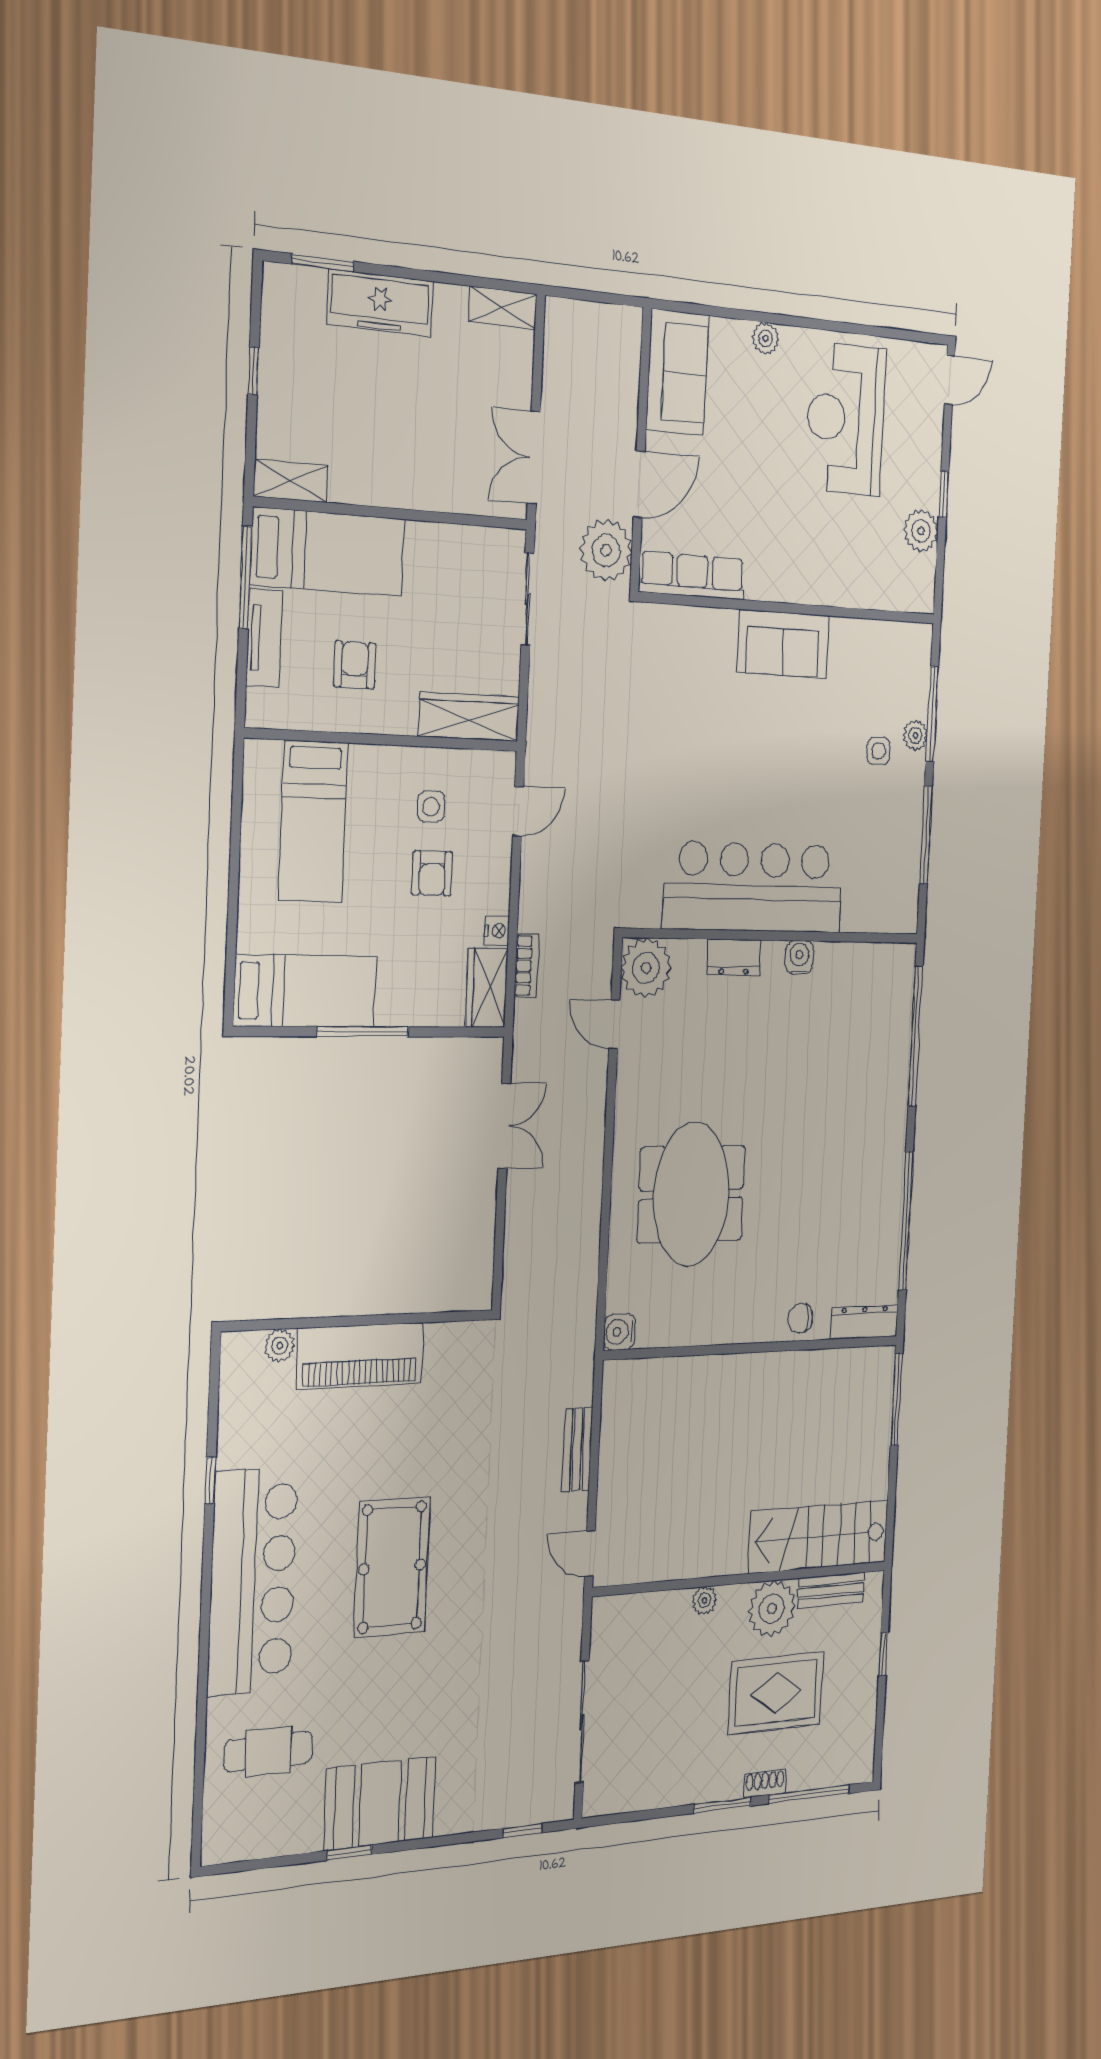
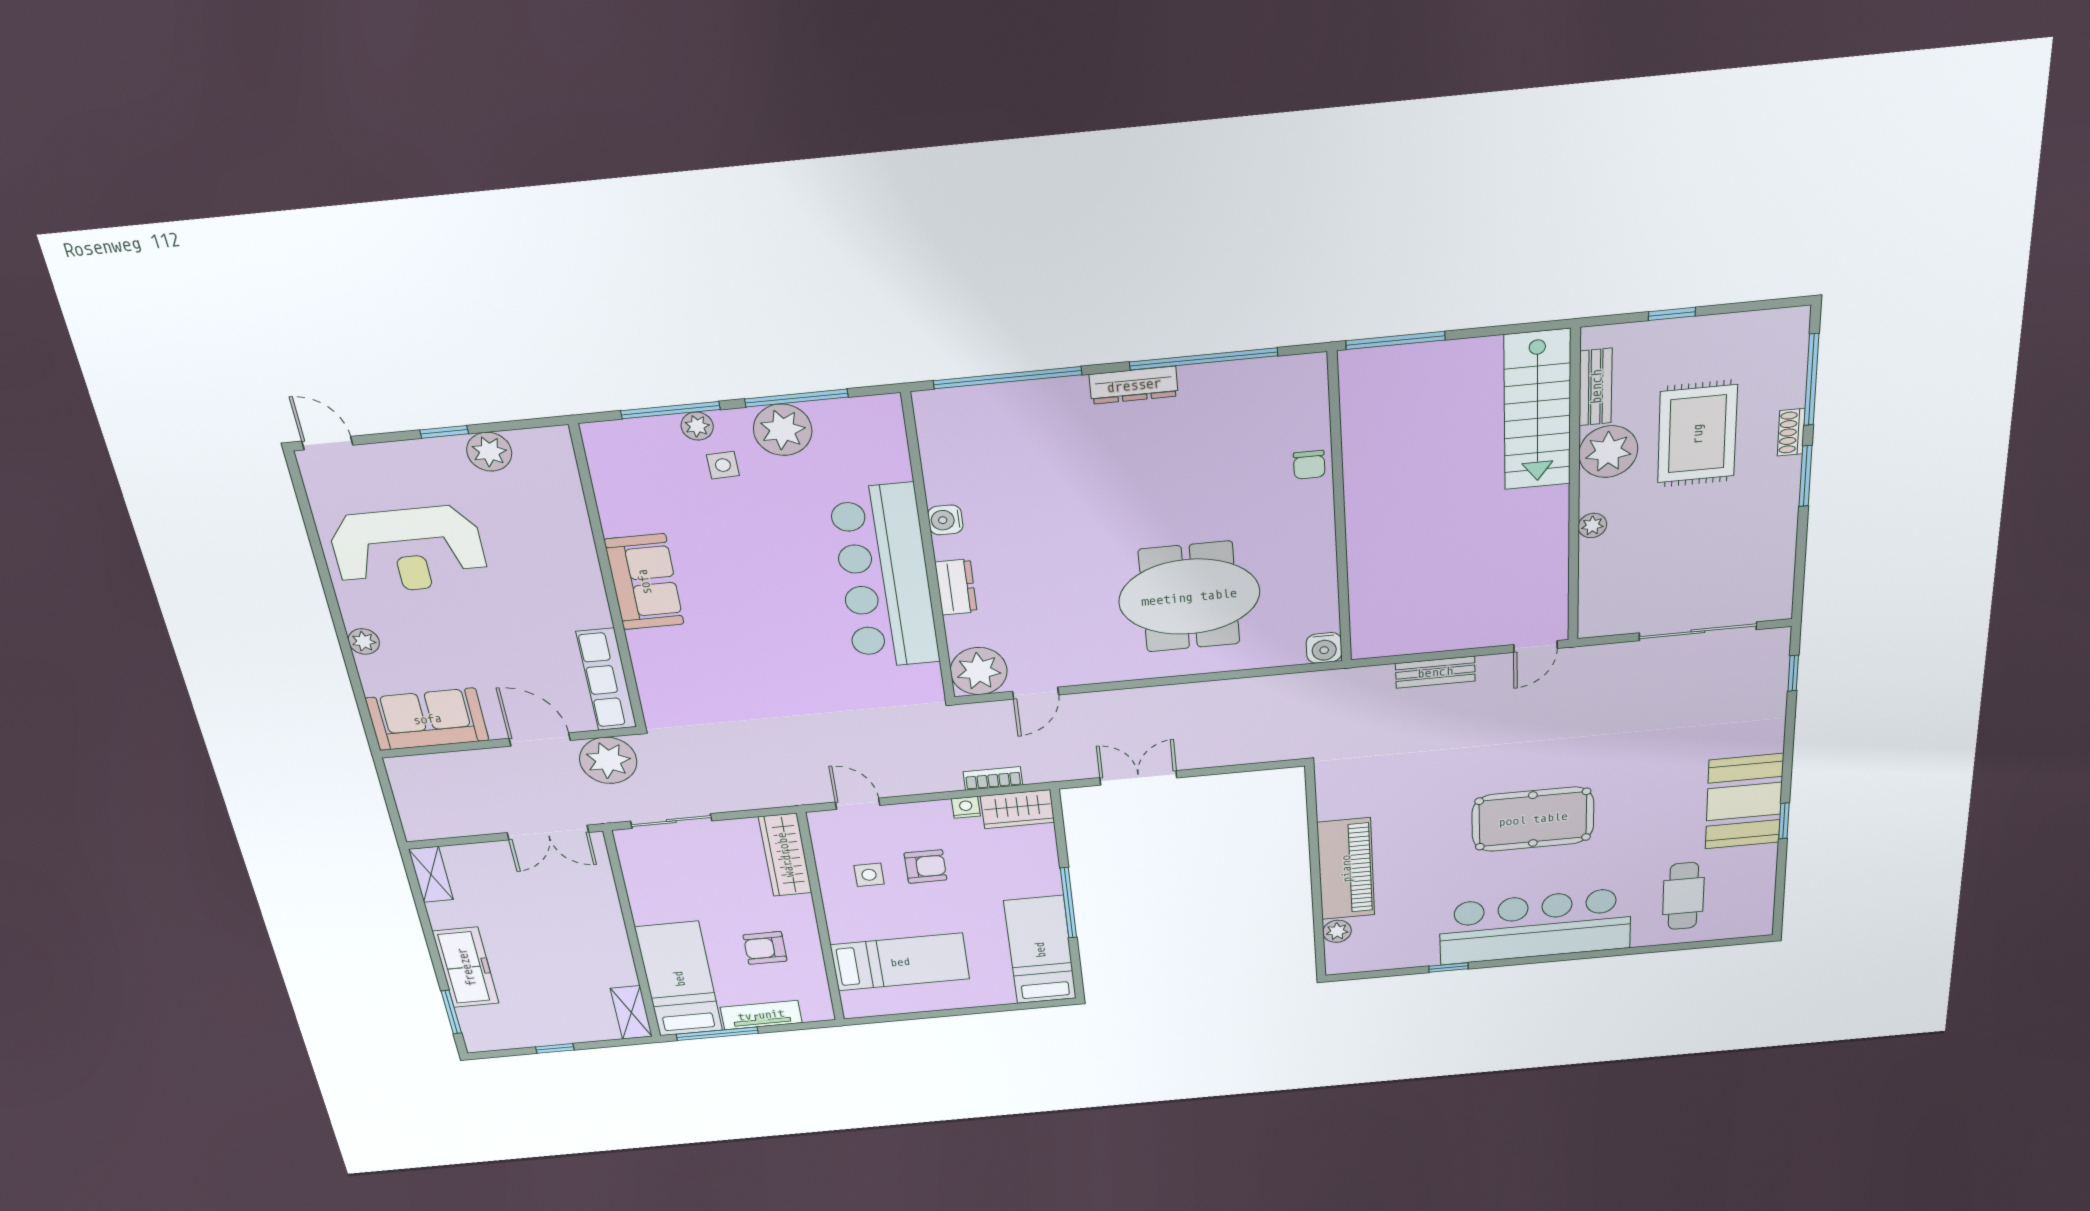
plant: (901, 816) -> (783, 430), added
dresser: (864, 1322) -> (1134, 385), moved, turned -90

